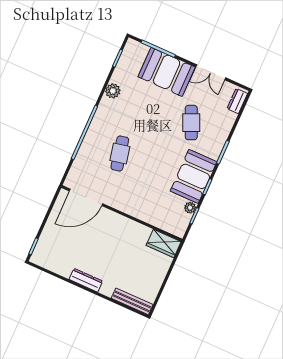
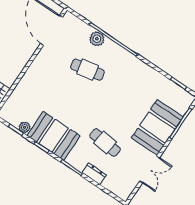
double door: (211, 72) -> (150, 169), swing flipped
plant: (113, 91) -> (97, 39), moved
dresser: (237, 101) -> (94, 174), moved
cafe table: (191, 123) -> (105, 143), turned 30

